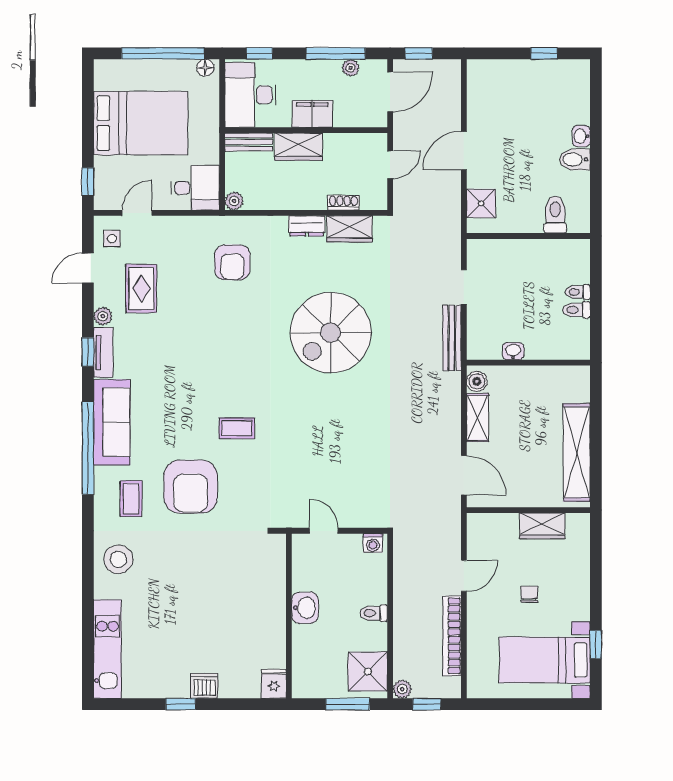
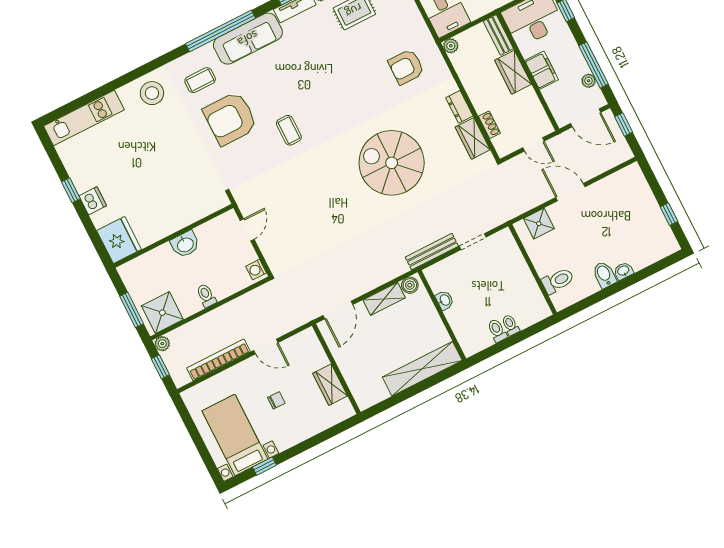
shelving: (577, 452) -> (422, 369), moved
fridge: (274, 684) -> (119, 240), width x1.88, depth x1.34

